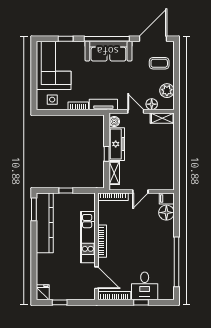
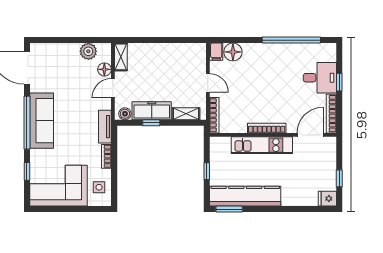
coffee table: (159, 63) -> (56, 61), removed
window: (107, 154) -> (151, 123), moved

